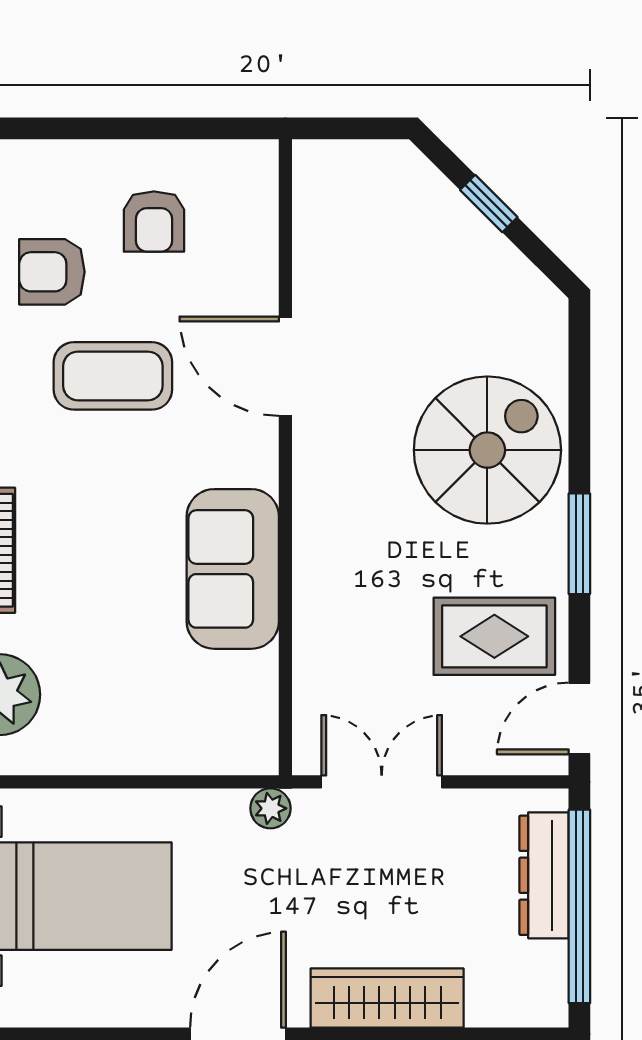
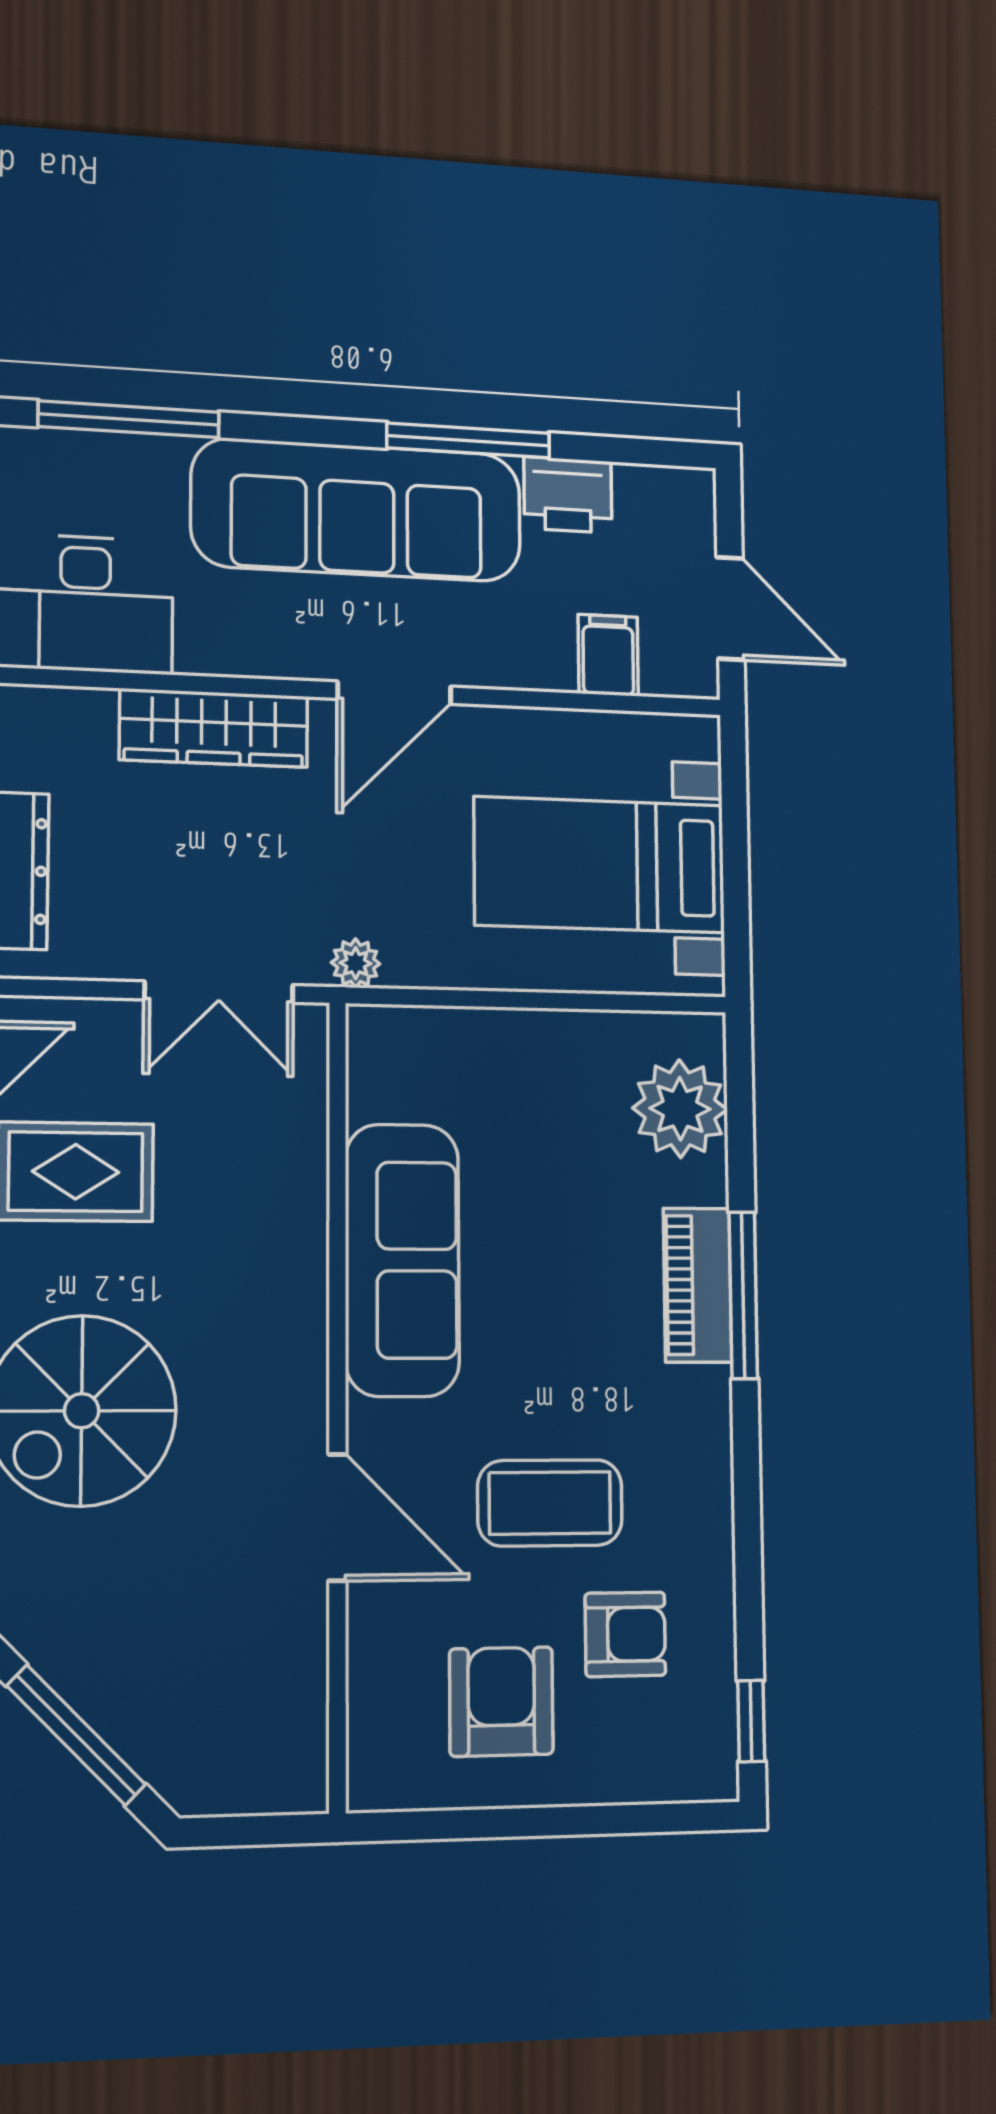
window: (489, 204) -> (76, 1735), width x2.17
armchair: (154, 221) -> (501, 1702), width x1.38, depth x1.38
sofa: (233, 569) -> (402, 1260), width x1.36

